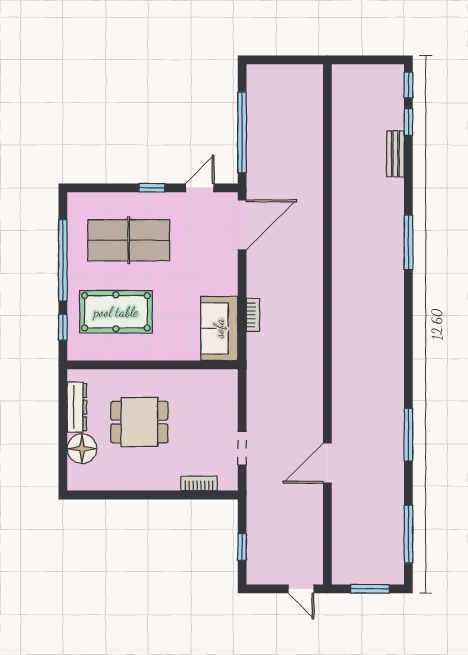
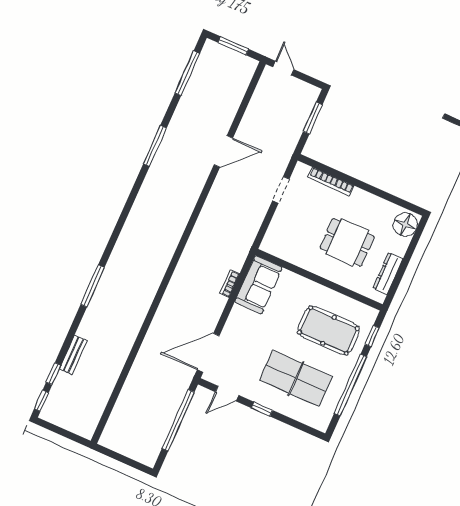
floor lamp: (82, 449) -> (405, 224), moved
bookcase: (199, 483) -> (331, 181), width x1.56
window: (242, 547) -> (313, 118), width x1.50

